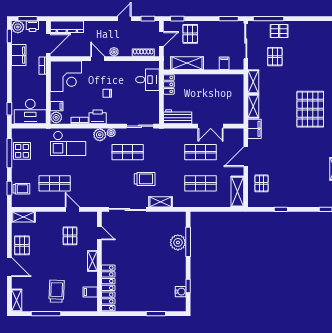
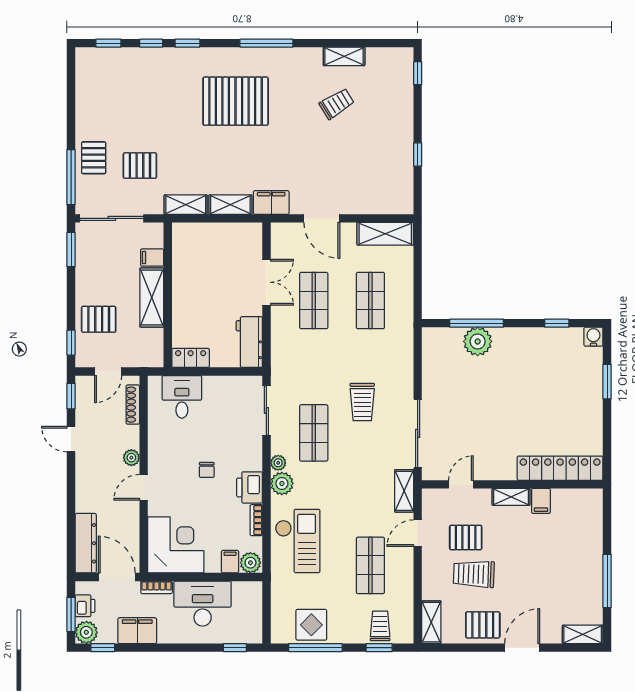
door: (161, 39) -> (108, 371), swing flipped
shelving: (187, 63) -> (152, 297), moved
desk: (30, 112) -> (203, 604), moved, turned -90
trolley: (309, 165) -> (337, 104), added
trolley: (145, 179) -> (362, 402), turned 180
pallet: (262, 183) -> (370, 190), removed
shelving: (161, 202) -> (404, 491), moved
trolley: (57, 291) -> (474, 574), moved
filing cabinet: (90, 292) -> (541, 501), moved
water cooler: (181, 292) -> (593, 337), moved

